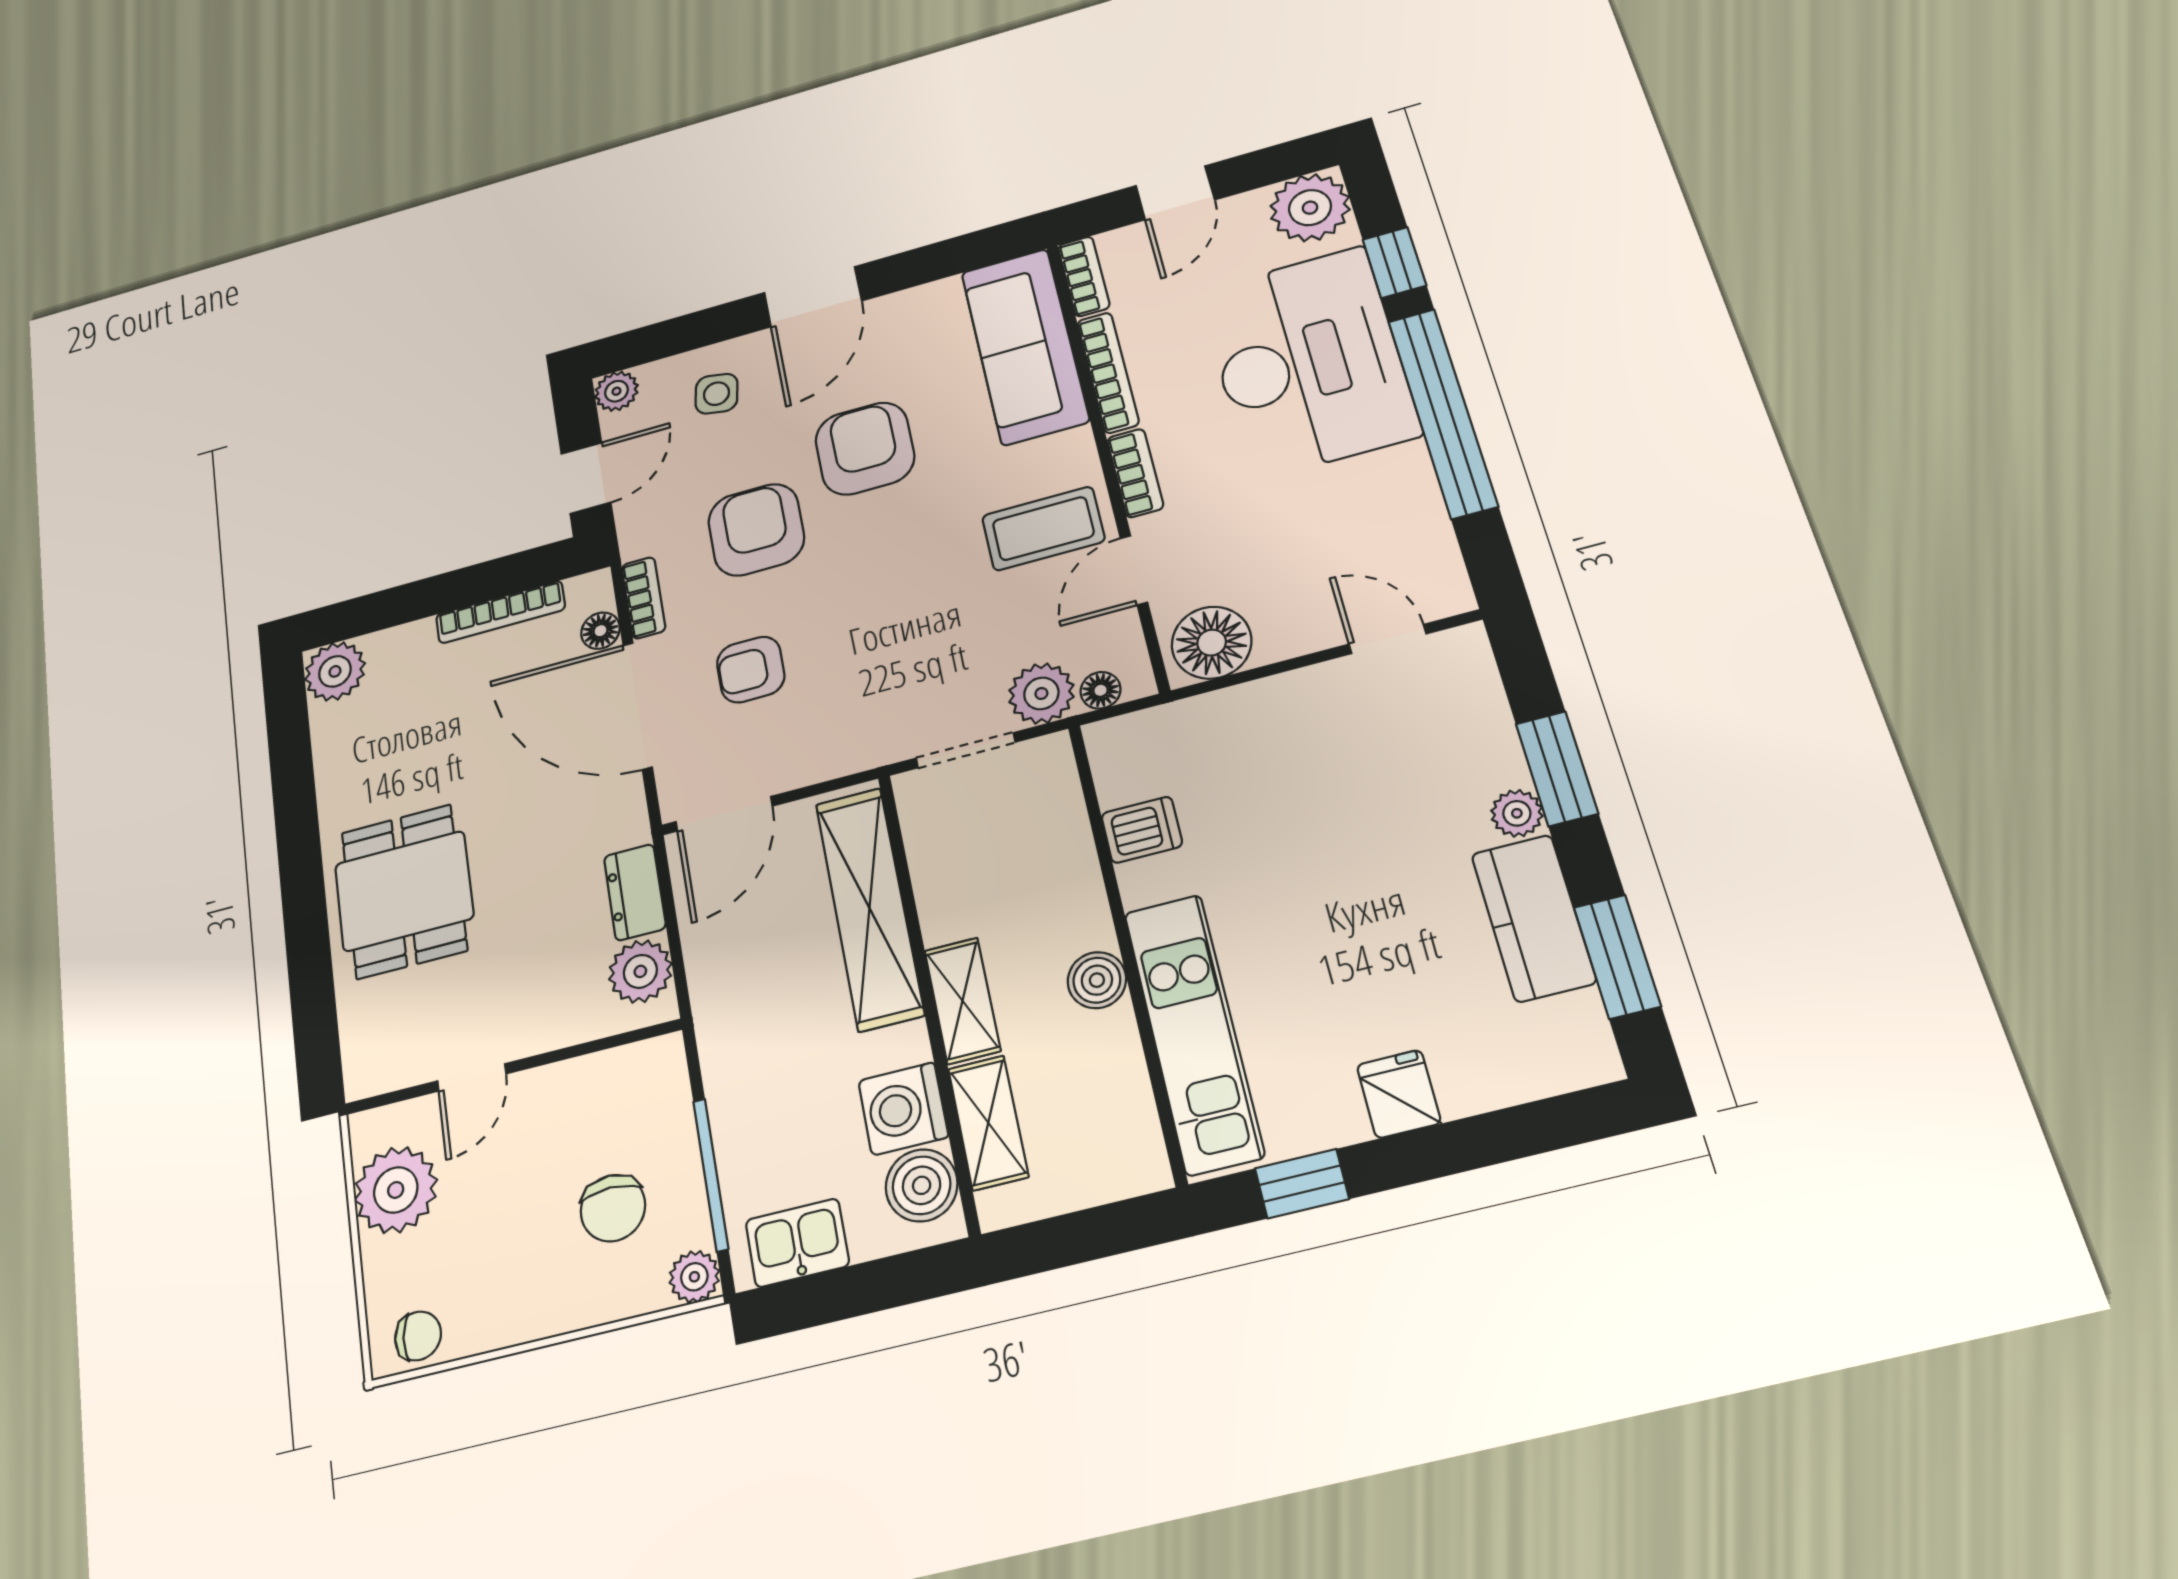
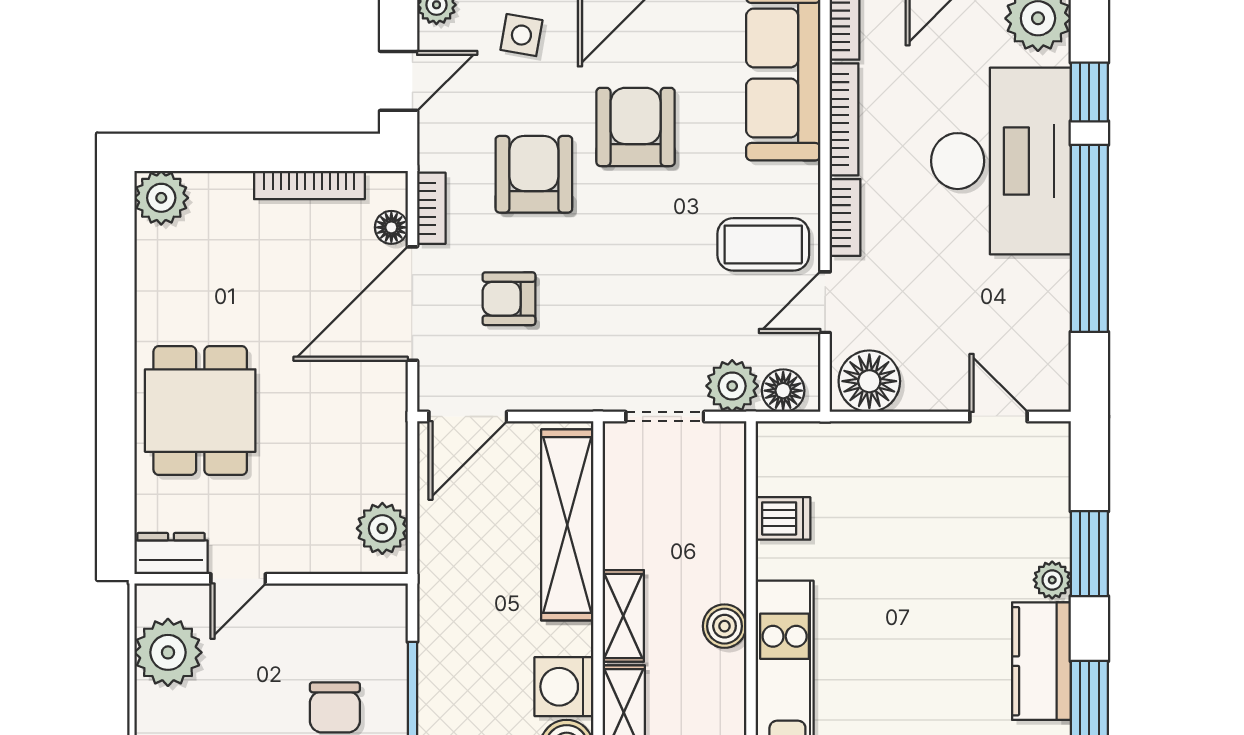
floor lamp: (1101, 690) -> (783, 391), width x1.37, depth x1.37
door: (638, 706) -> (412, 304), hinge flipped
dresser: (635, 892) -> (171, 554), moved, turned 90

